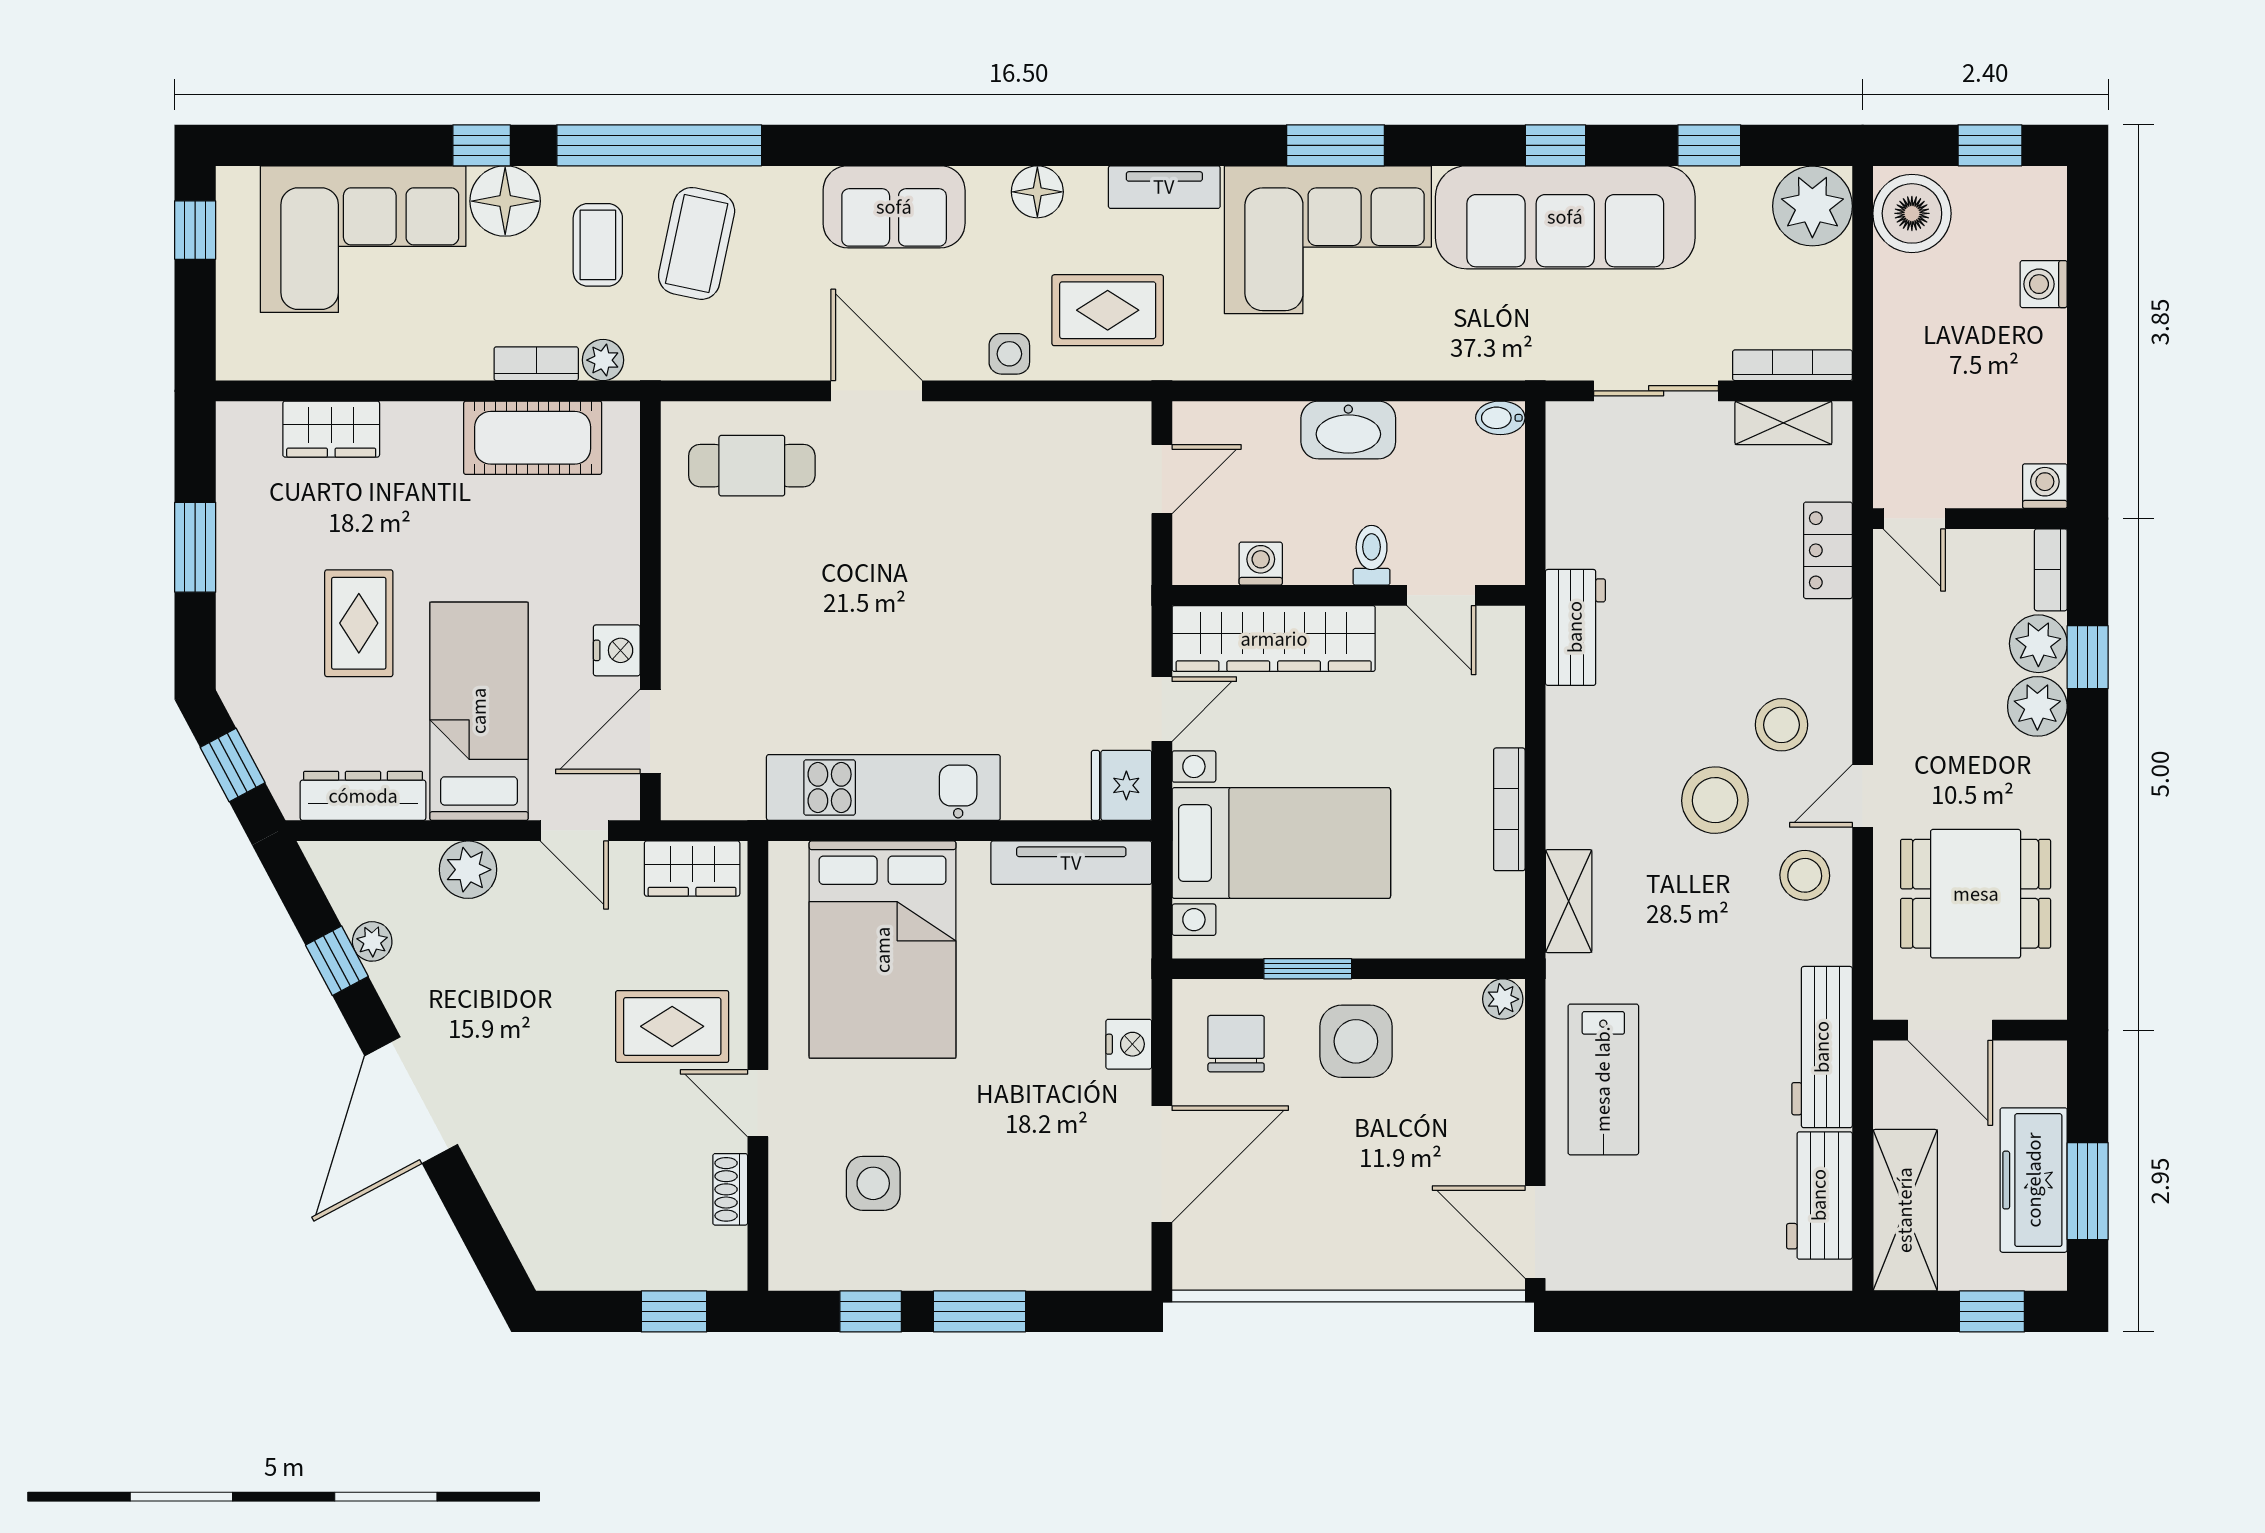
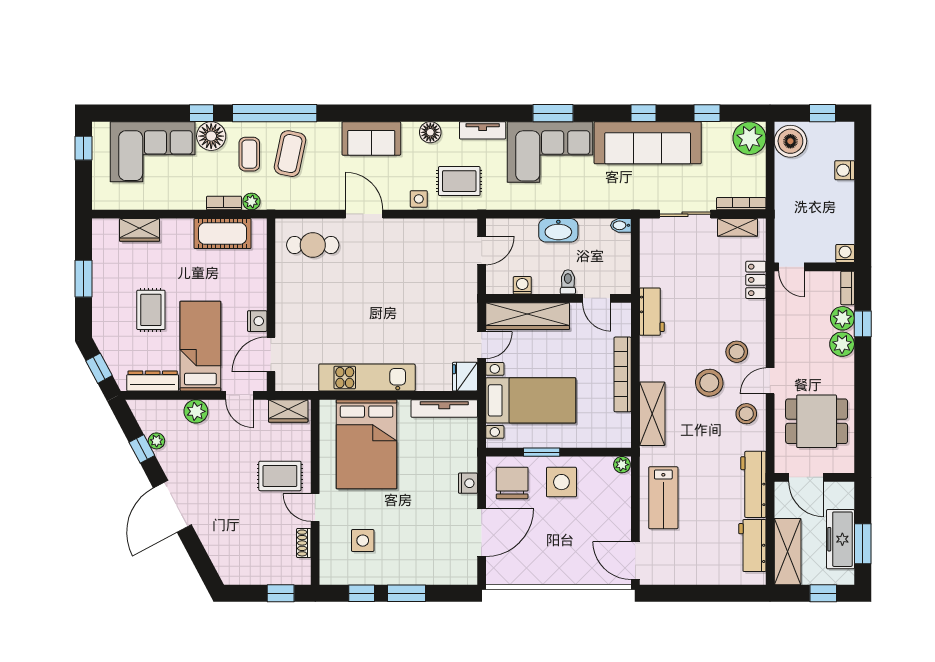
bookcase: (1509, 809) -> (623, 374), width x1.48, depth x1.31
shelving: (1569, 901) -> (652, 414), width x1.50, depth x1.33
chair: (1236, 1044) -> (512, 483), width x1.37, depth x1.37

